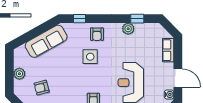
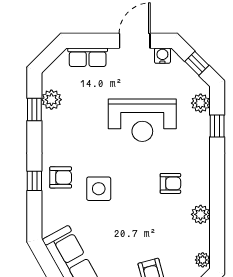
window: (79, 19) -> (34, 181), moved
plant: (128, 29) -> (51, 100), moved

